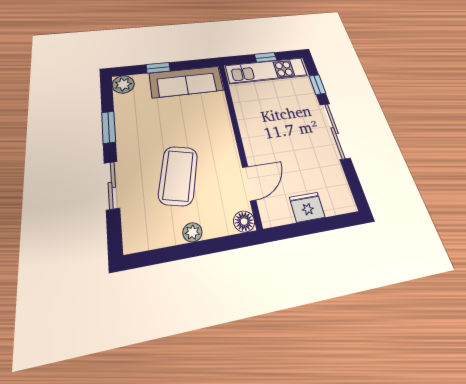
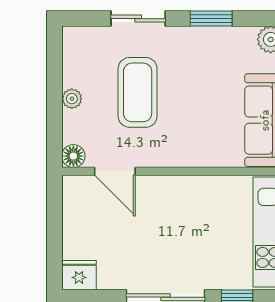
coffee table: (178, 175) -> (138, 92), turned 76
fridge: (307, 207) -> (79, 275), moved, turned -90

